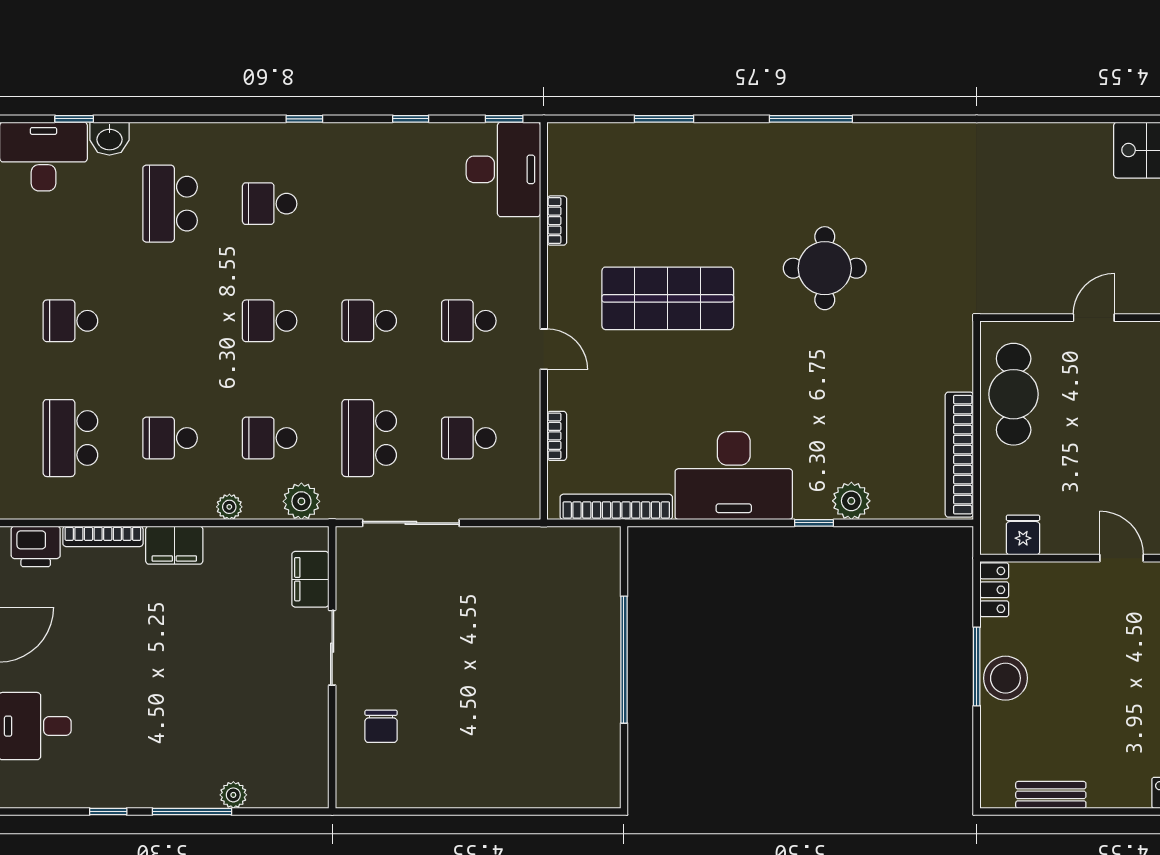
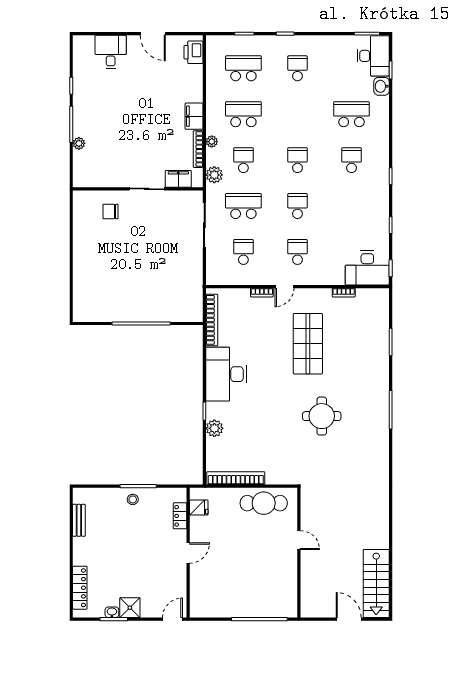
bookcase: (557, 436) -> (262, 293), moved
school desk: (170, 438) -> (243, 114), width x1.85
bookcase: (103, 536) -> (198, 149), moved
locker: (994, 590) -> (180, 516), moved, turned 90
stool: (1005, 678) -> (133, 499), width x0.53, depth x0.53

